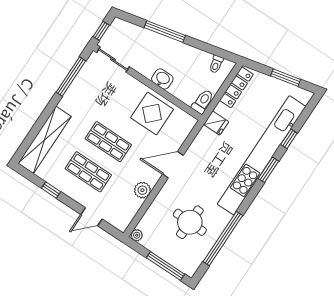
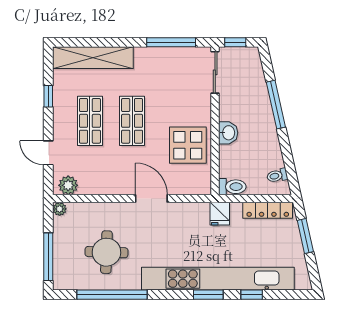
window: (286, 78) -> (305, 236), moved
plant: (142, 190) -> (68, 185), moved

